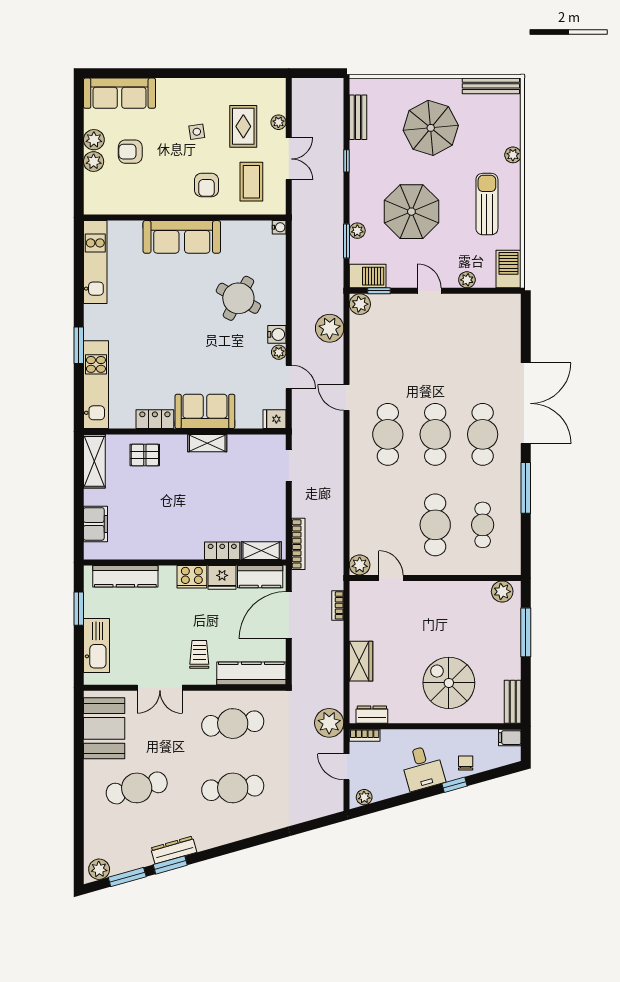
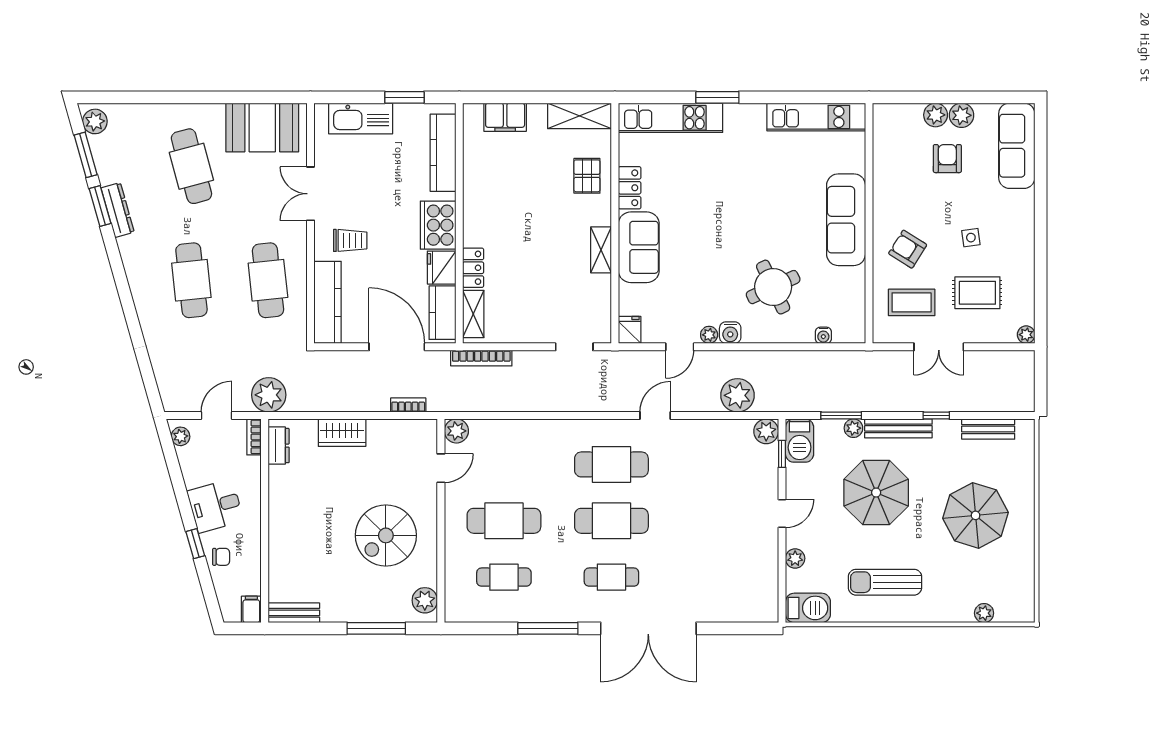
bench: (491, 86) -> (898, 428), moved, turned 90
plant: (278, 122) -> (1026, 335), moved
plant: (513, 155) -> (984, 613), moved
armchair: (207, 185) -> (908, 249), turned 32
sun lounger: (487, 204) -> (885, 582), turned 180
water cooler: (279, 227) -> (823, 335), moved
round table: (238, 298) -> (773, 287), turned 36
cafe table: (483, 434) -> (611, 577), width x0.73, depth x0.74
cooker: (192, 577) -> (438, 225), width x1.37, depth x1.31
spiral stairs: (449, 683) -> (386, 535), moved, turned 180

